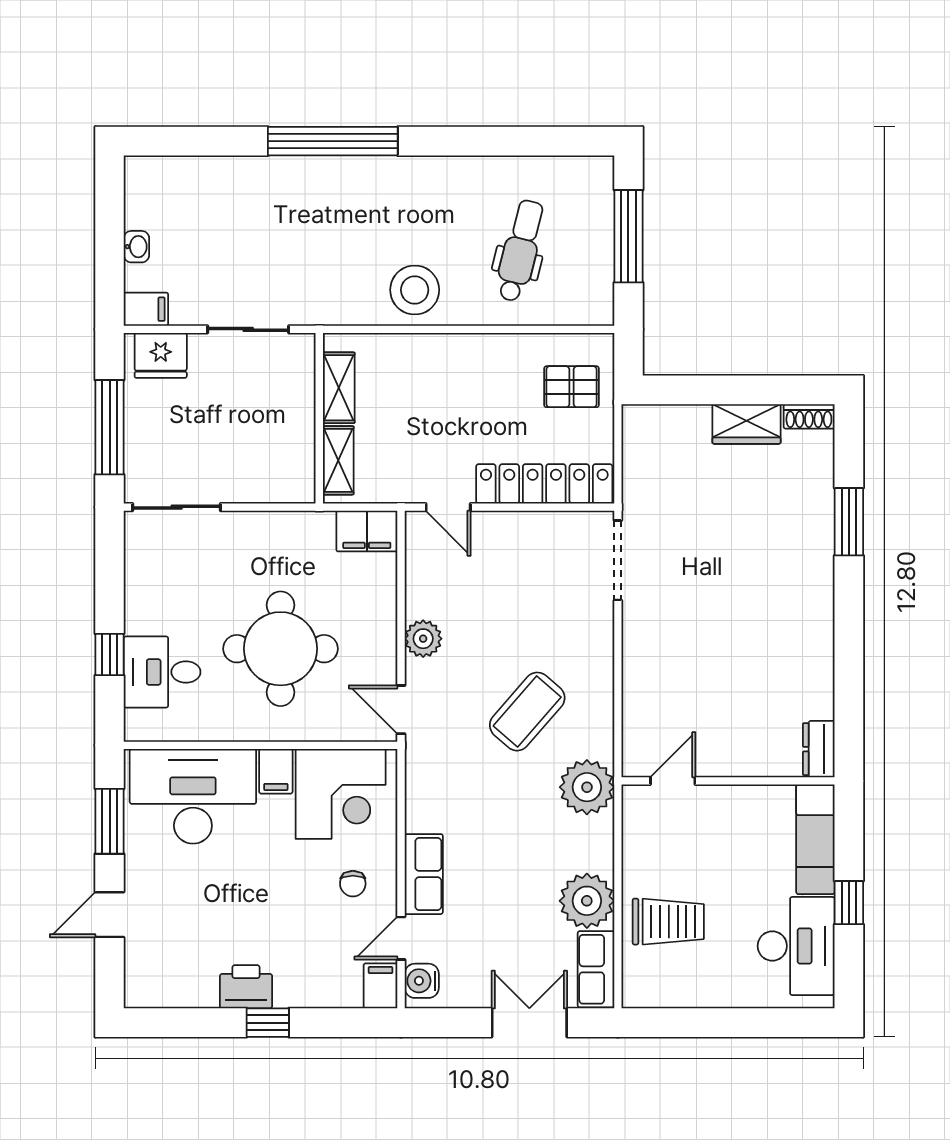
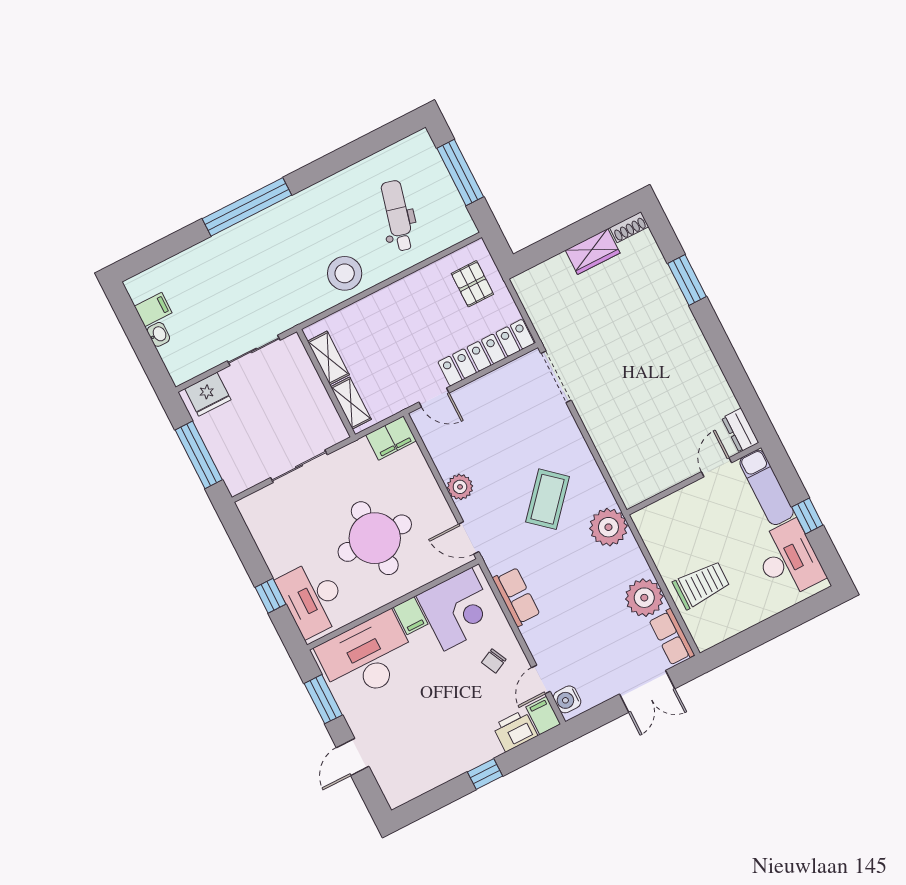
filing cabinet: (146, 309) -> (153, 310), moved
pallet: (571, 387) -> (472, 284), turned 90
sliding door: (177, 507) -> (299, 466), moved
desk: (162, 672) -> (313, 598), width x1.37
door: (673, 781) -> (717, 467), moved
row of seats: (424, 874) -> (516, 597), moved
chair: (353, 884) -> (494, 661), turned 64
printer: (246, 987) -> (515, 731), moved
double door: (529, 1023) -> (647, 691), swing flipped

